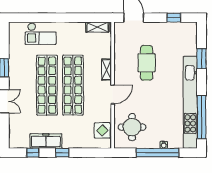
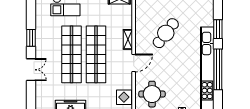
cafe table: (147, 63) -> (166, 33), turned 37
window: (202, 117) -> (218, 69), moved

